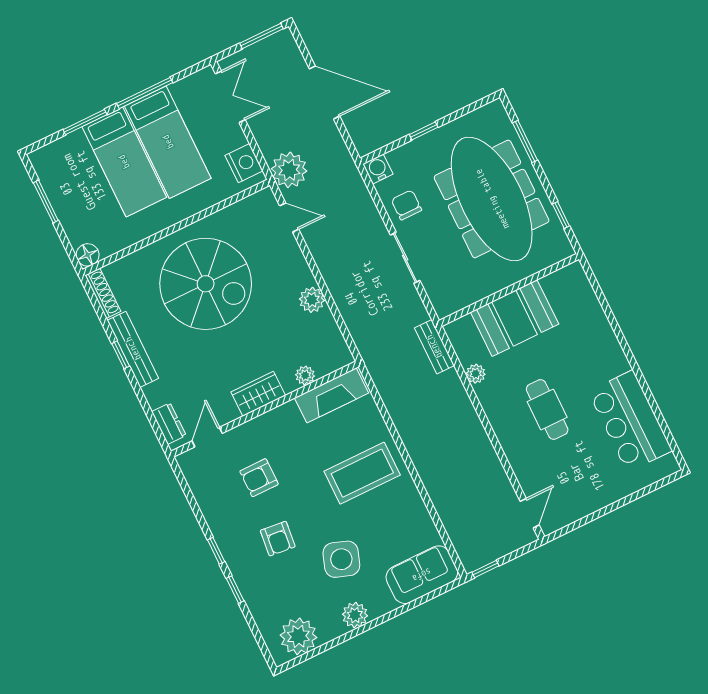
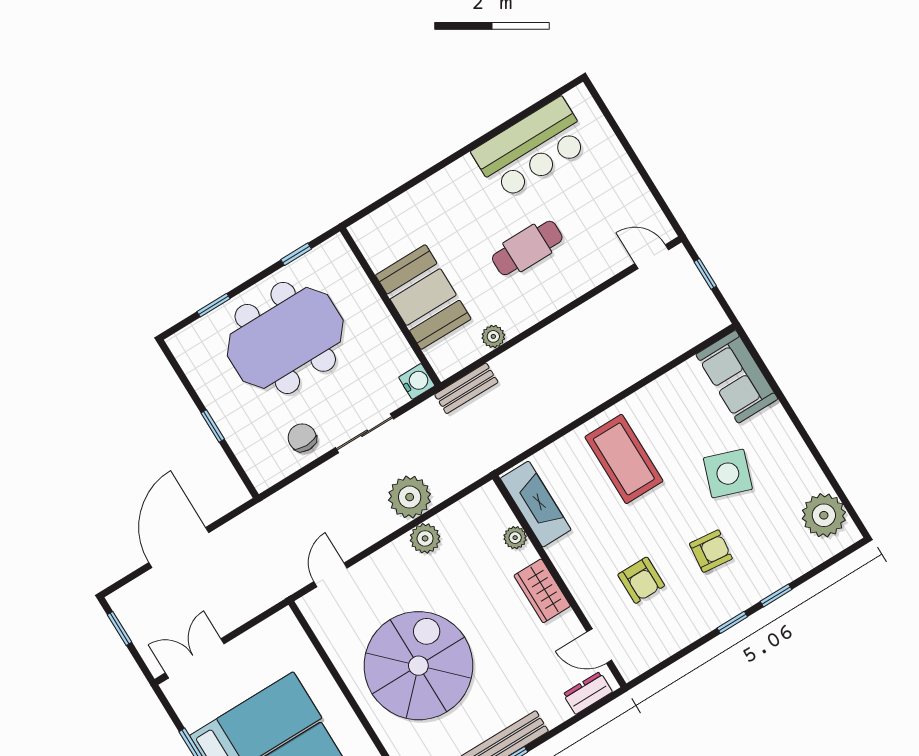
window: (261, 36) -> (119, 628), width x0.67
window: (525, 141) -> (214, 305), width x0.67
nightstand: (244, 163) -> (272, 634), removed
water cooler: (378, 169) -> (417, 381), moved, turned 180
plant: (289, 170) -> (410, 497), moved
meeting table: (492, 199) -> (285, 338), width x0.73
chair: (406, 205) -> (302, 438), turned 90
window: (485, 569) -> (705, 274), moved
plant: (355, 615) -> (792, 451), removed

